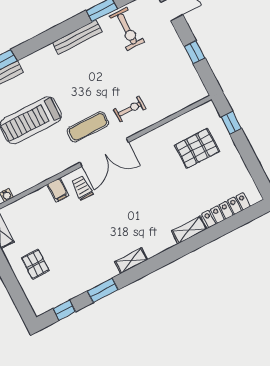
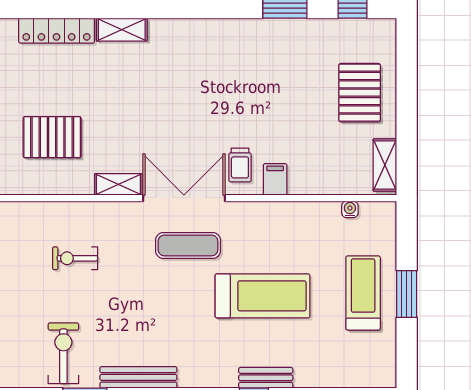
exercise bike: (130, 109) -> (75, 258), moved
shelving: (131, 261) -> (118, 184), moved
pallet: (35, 264) -> (360, 93), width x1.50, depth x1.42

